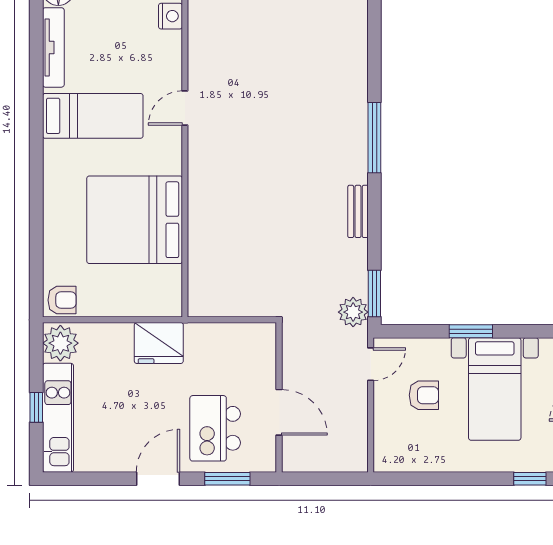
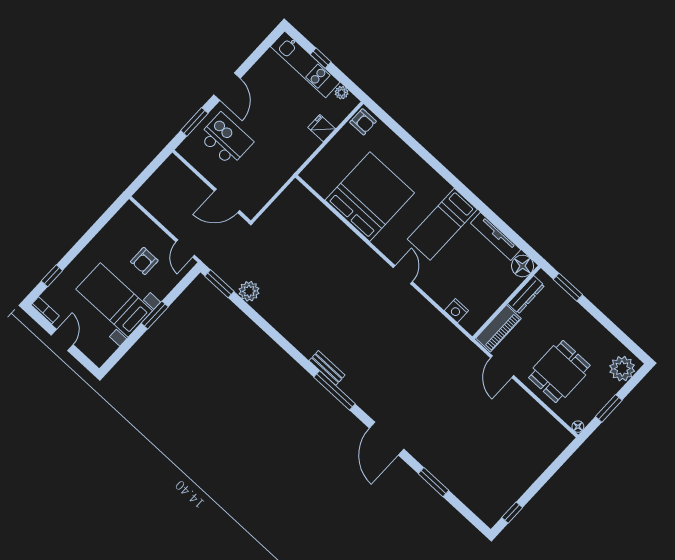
window: (374, 138) -> (334, 390), moved
bench: (358, 211) -> (327, 368), moved
armchair: (62, 300) -> (363, 122), turned -90
plant: (353, 312) -> (249, 291), moved
plant: (60, 343) -> (342, 93), width x0.53, depth x0.53
fridge: (159, 343) -> (322, 128), moved, width x0.53, depth x0.75
door: (279, 412) -> (227, 201), moved

